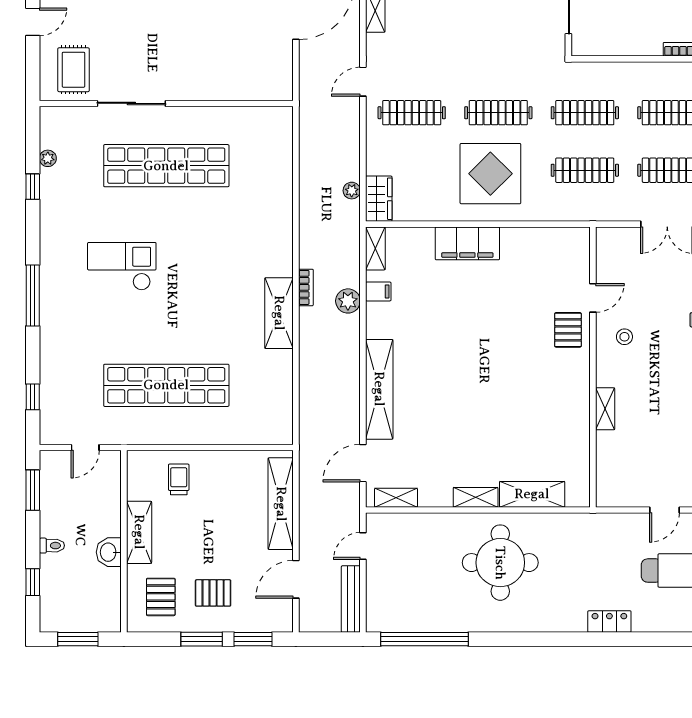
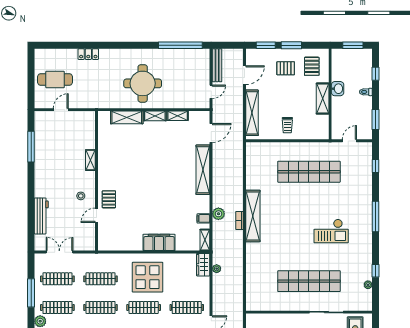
shelving: (279, 313) -> (253, 216), width x1.47
trolley: (179, 479) -> (287, 125), moved
shelving: (396, 498) -> (178, 116), moved

